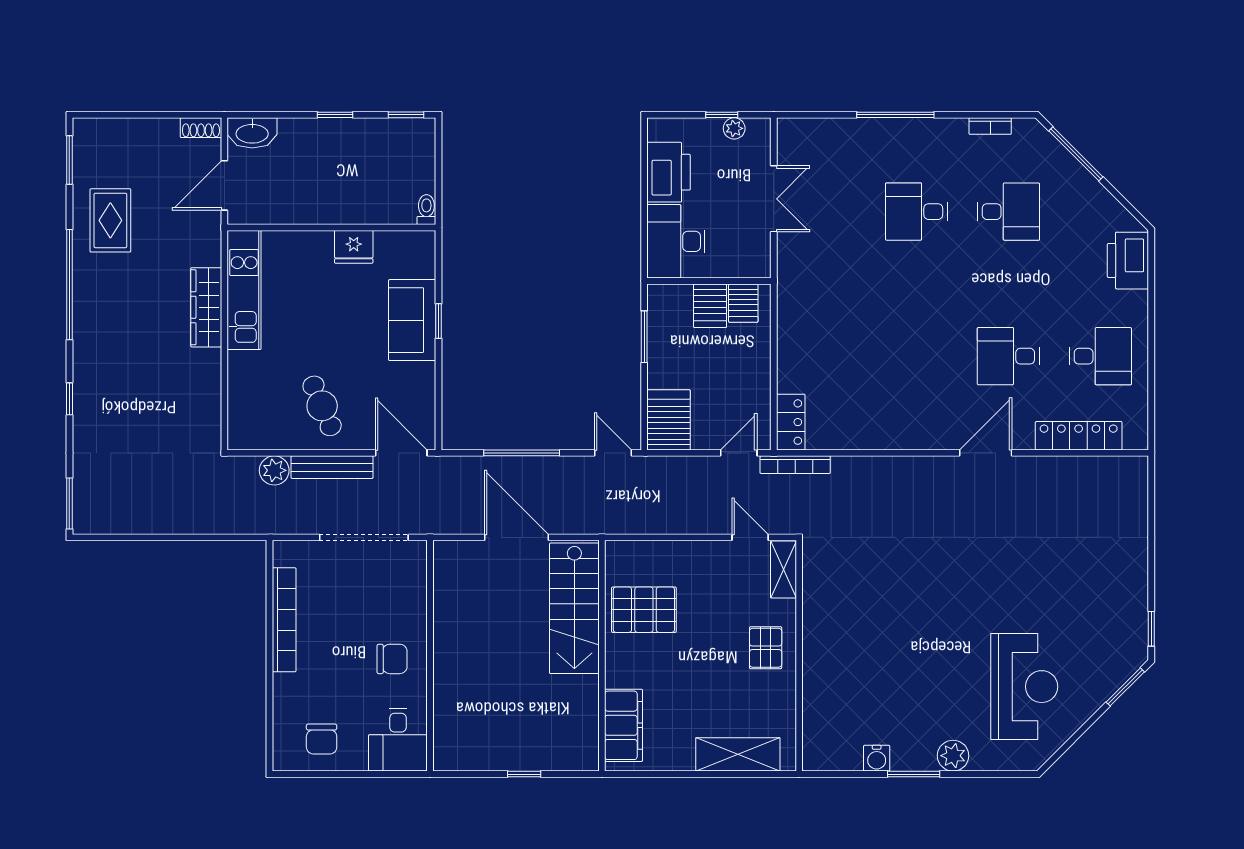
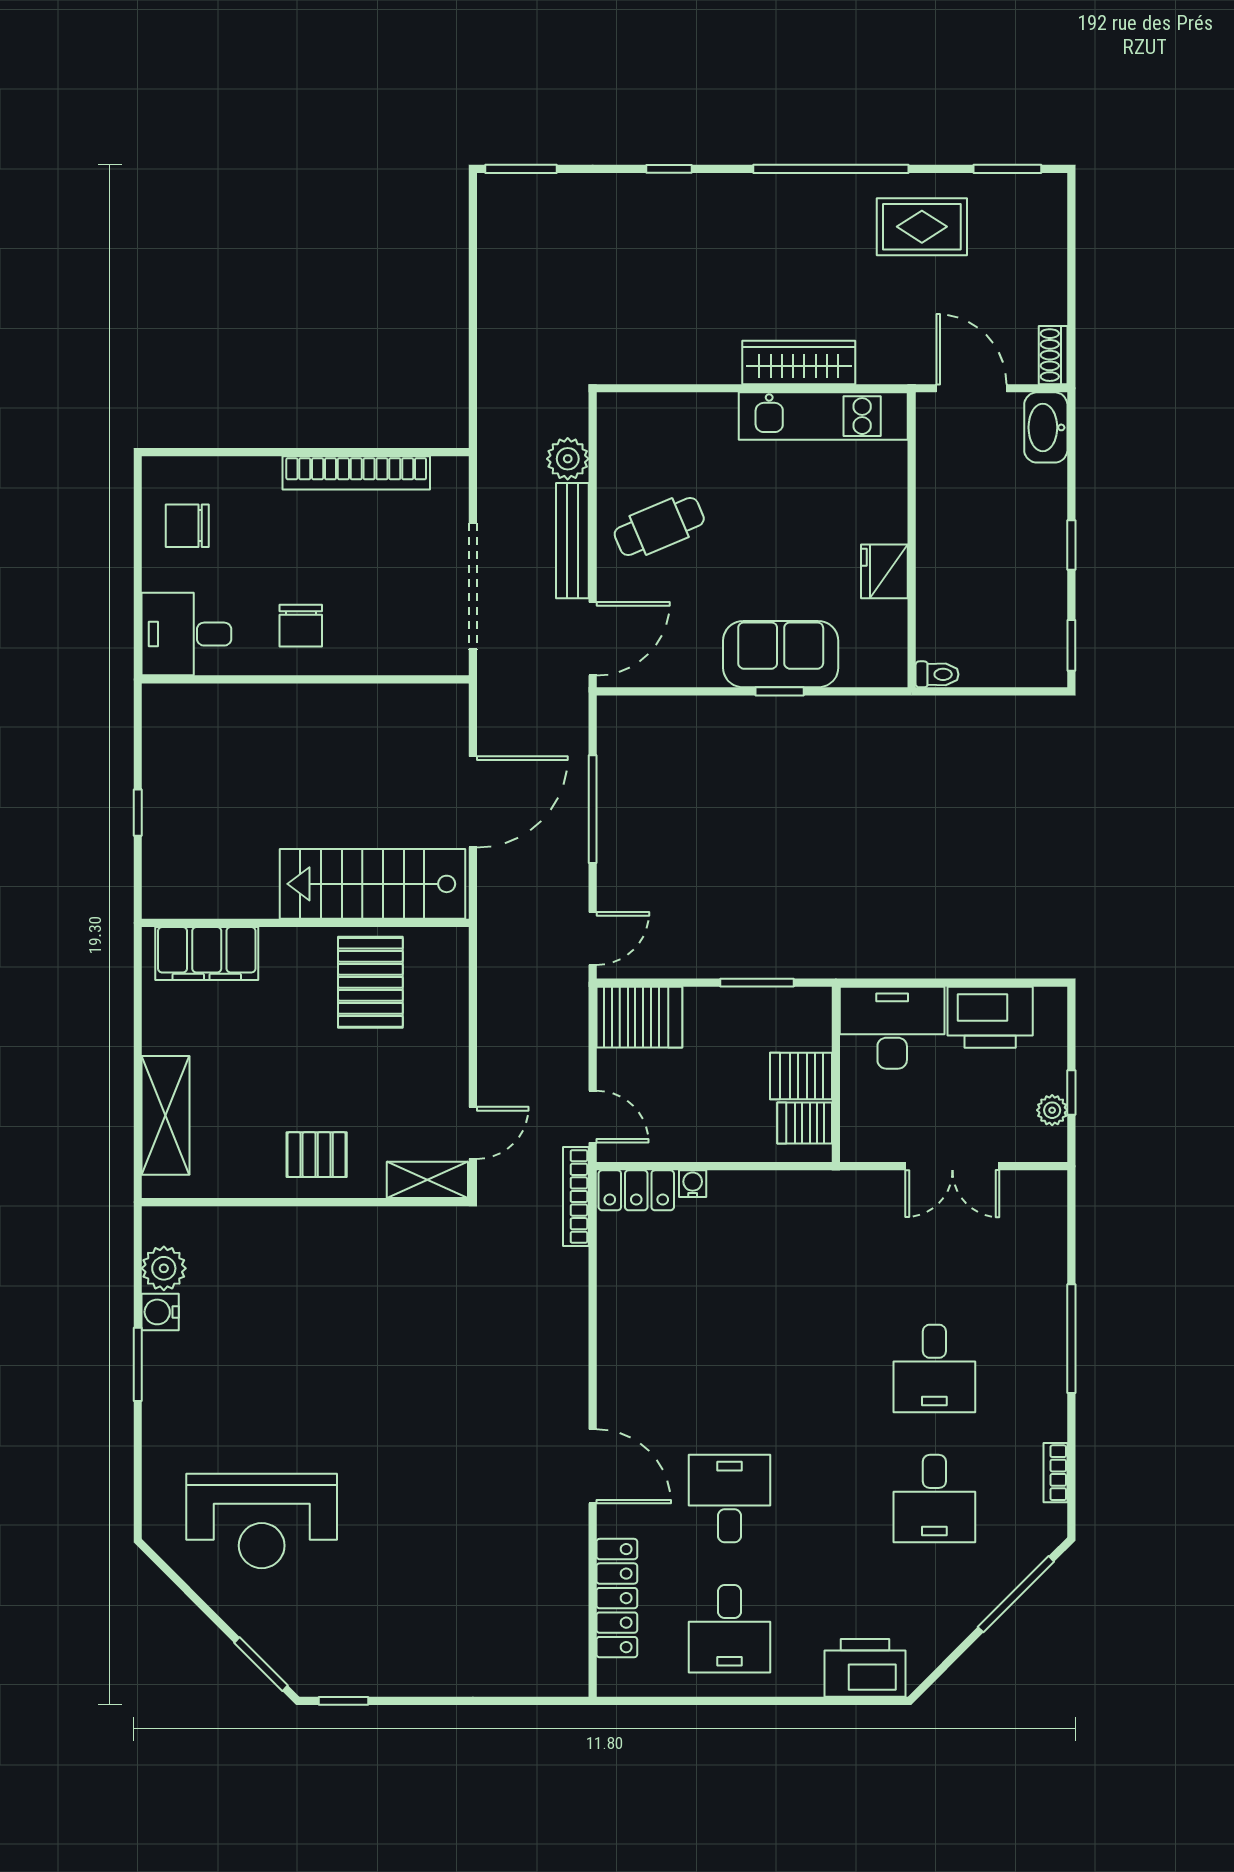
desk: (917, 212) -> (934, 1368), turned 180
water cooler: (786, 382) -> (693, 1184), added
plant: (953, 756) -> (164, 1268), moved

